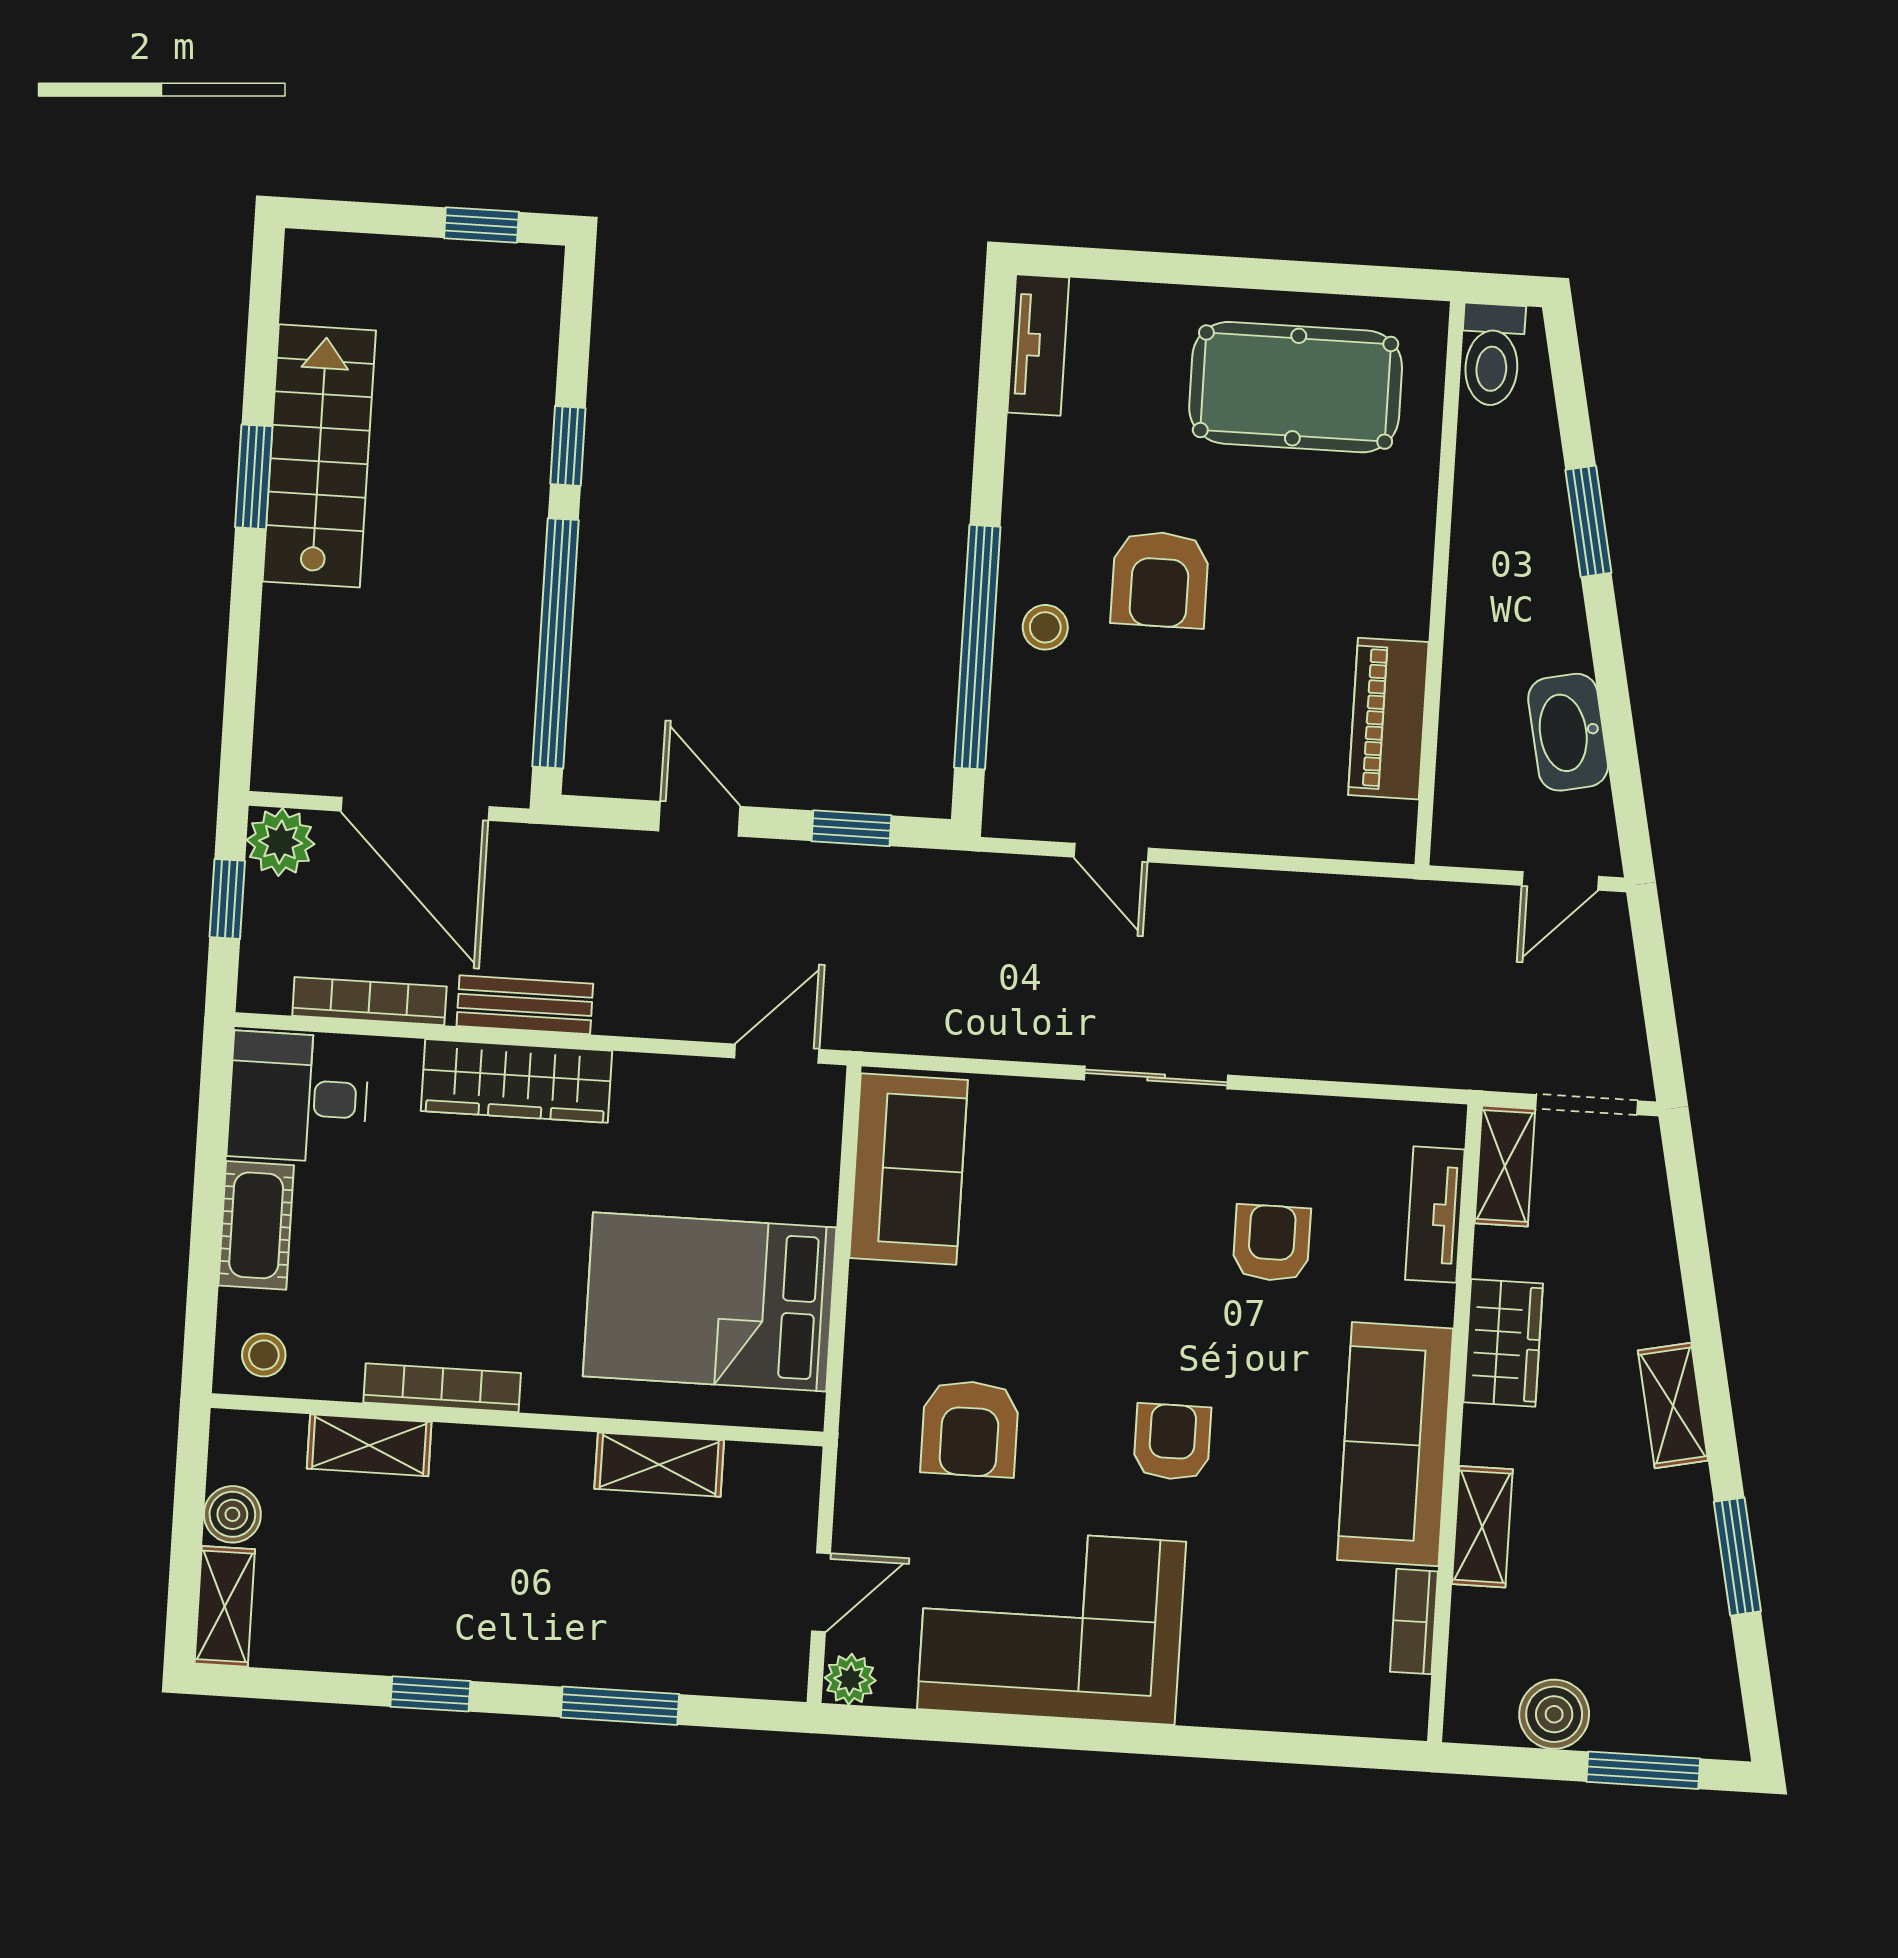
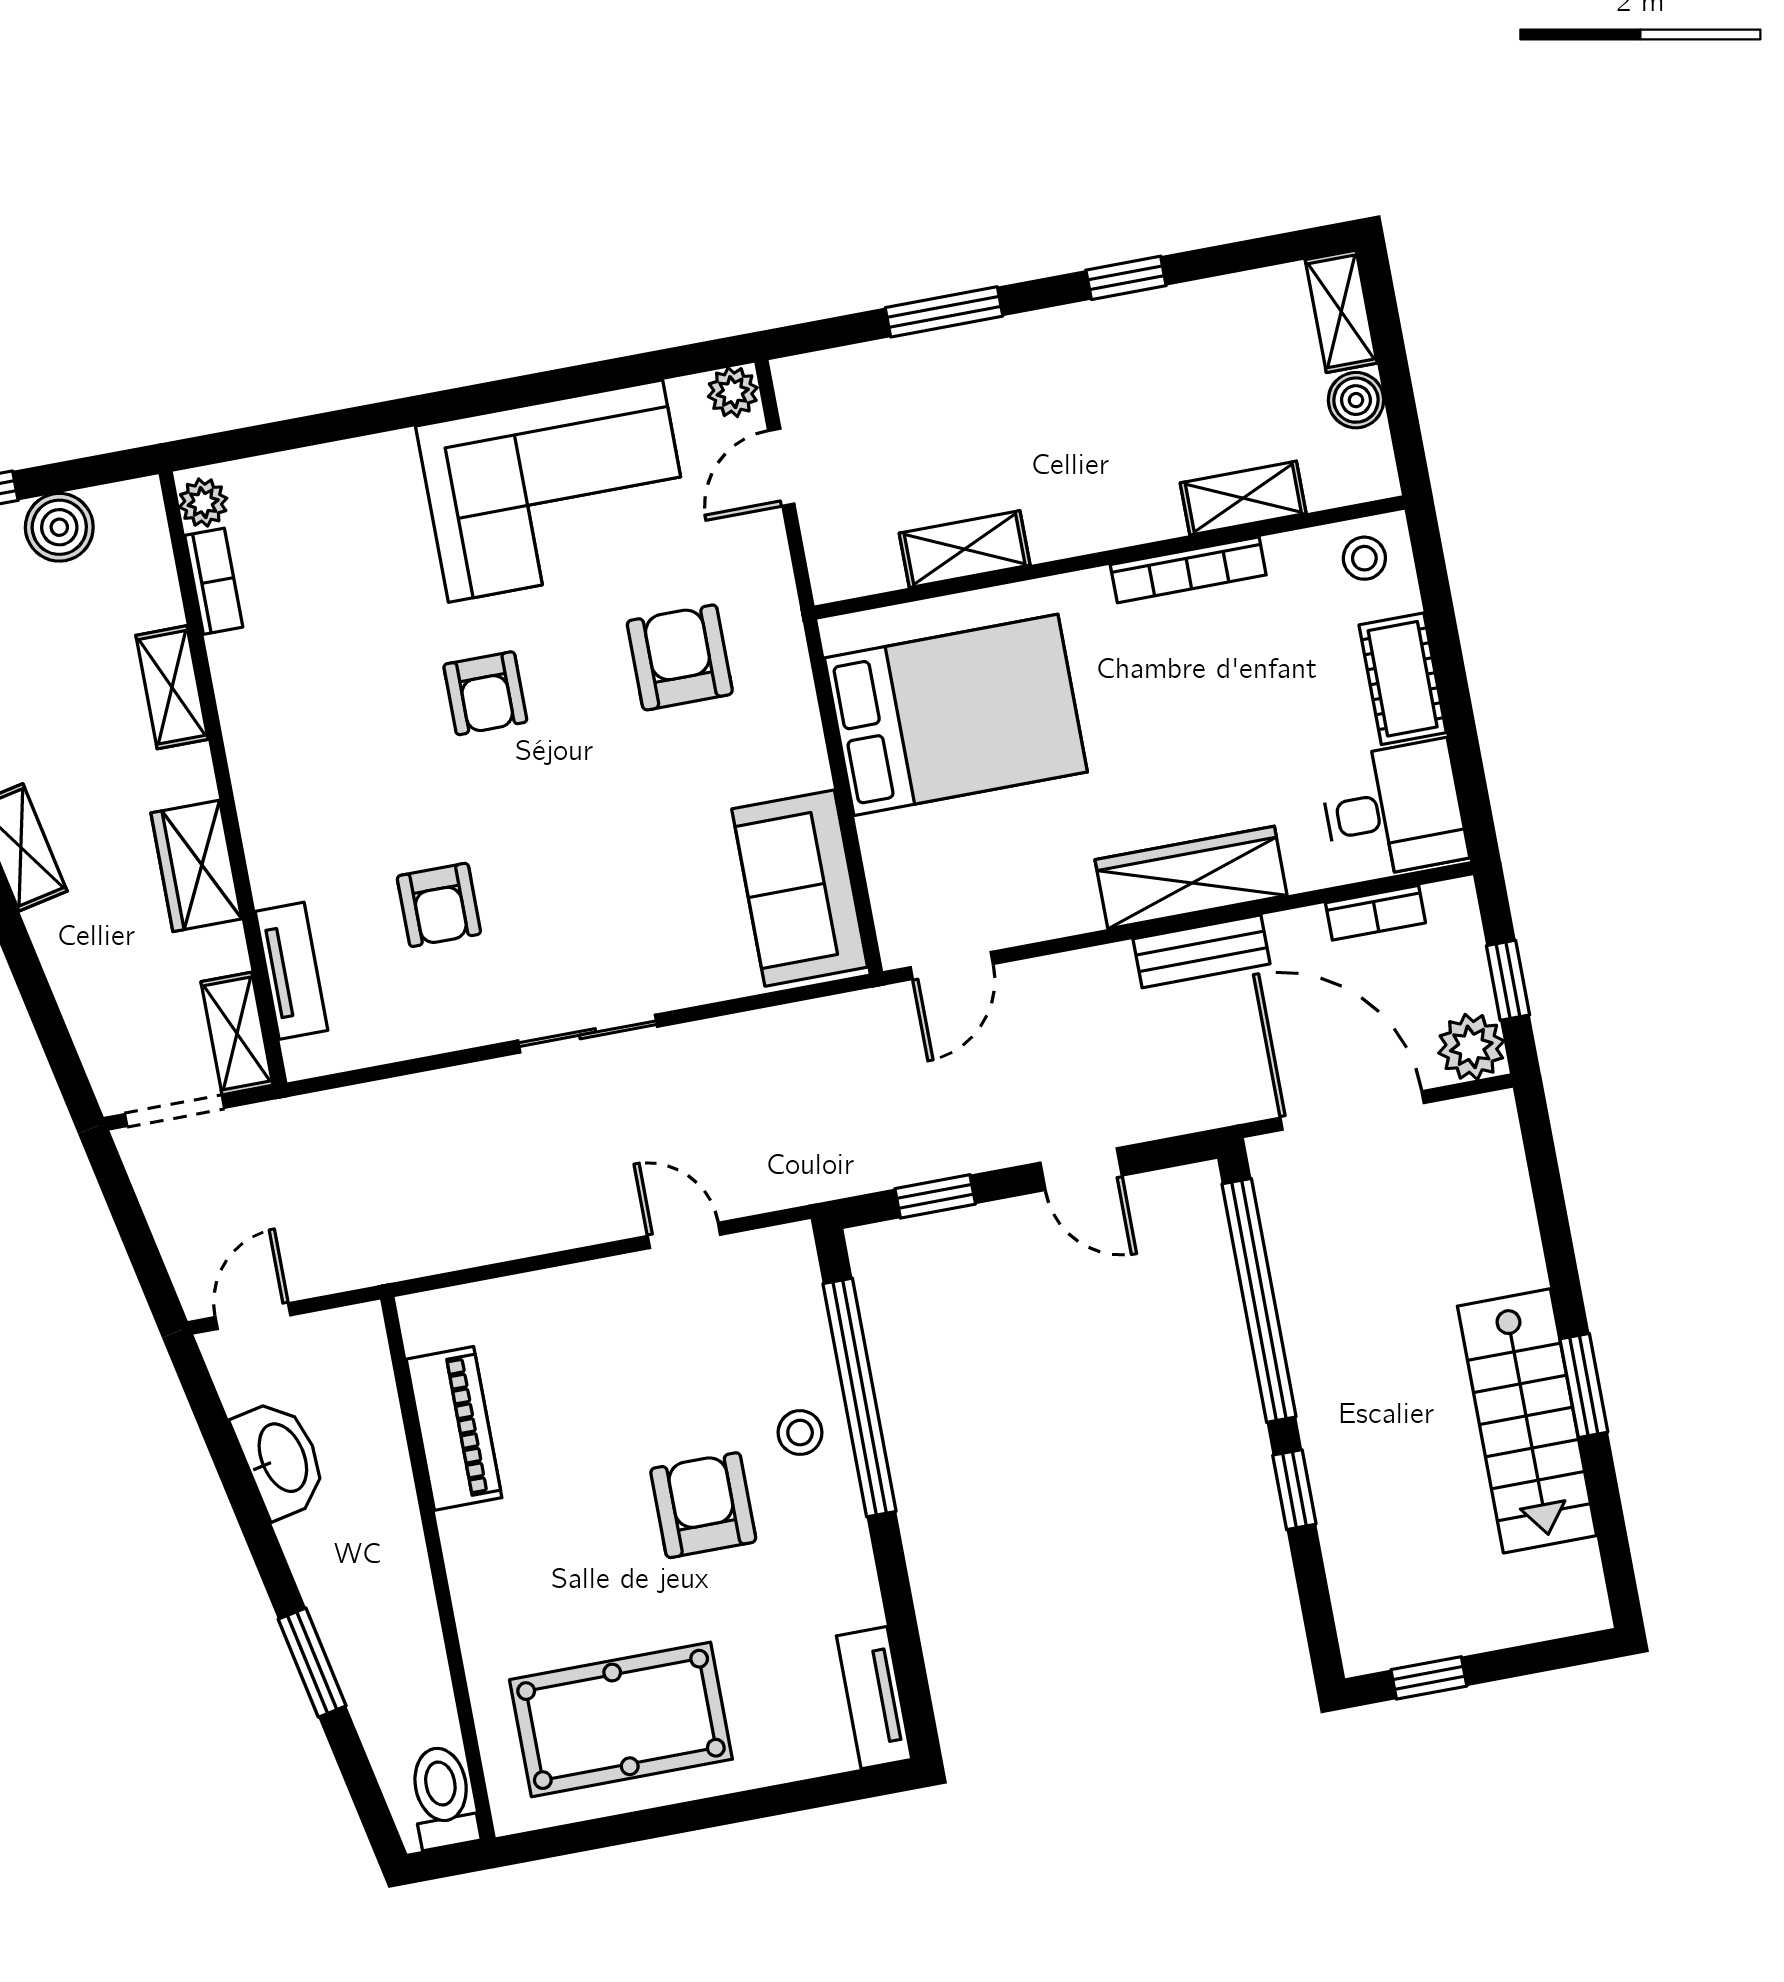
bookcase: (369, 1001) -> (1375, 913), width x0.64
sofa: (1395, 1444) -> (274, 744), removed
plant: (1405, 1703) -> (203, 503), added

